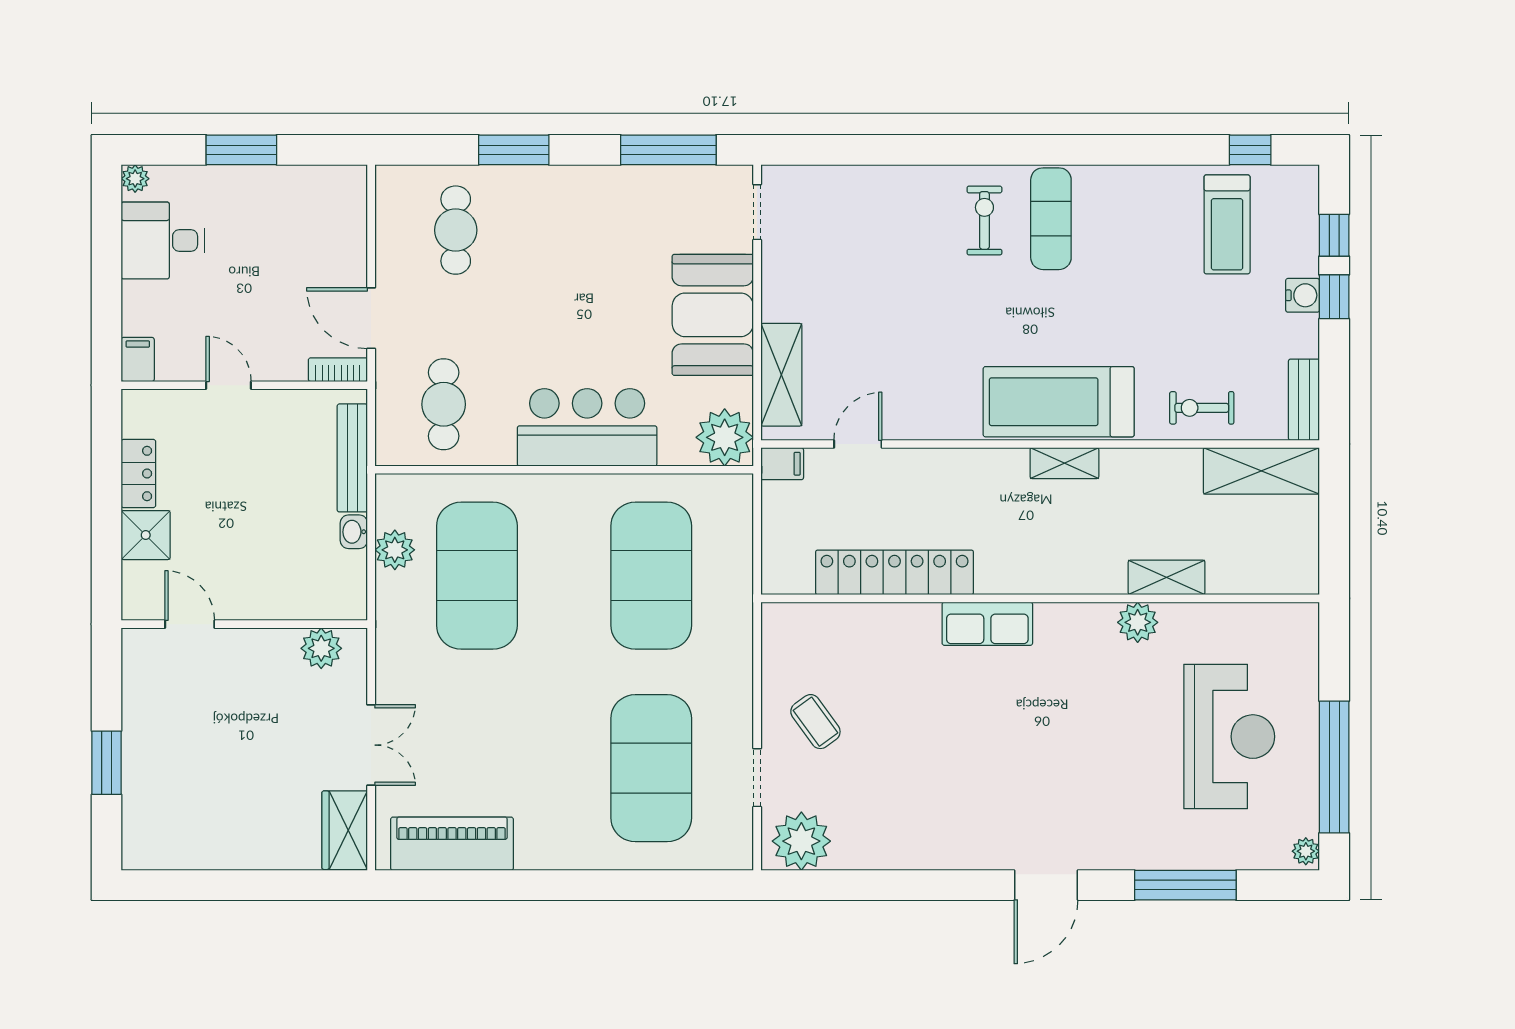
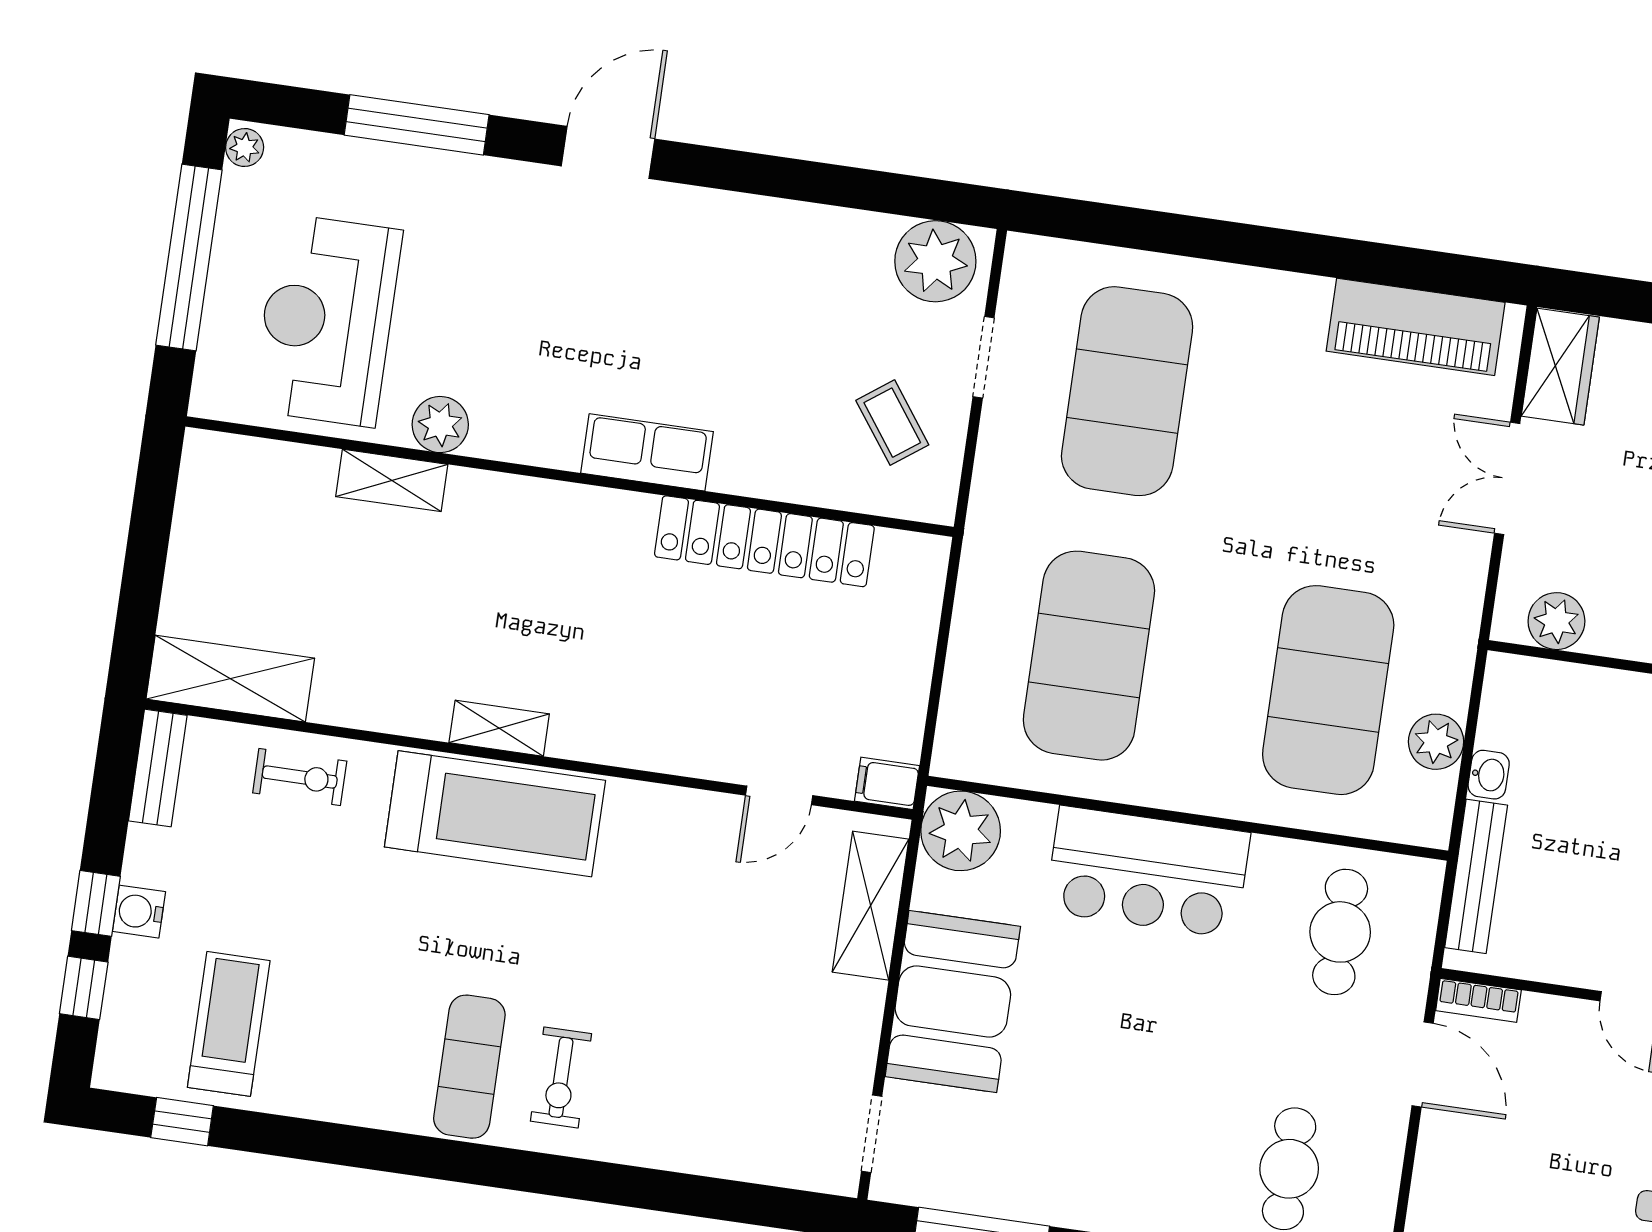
locker: (894, 572) -> (764, 541), moved
shelving: (1167, 577) -> (392, 480), moved
wall: (1040, 598) -> (570, 477), moved
plant: (1138, 622) -> (440, 425), moved
row of seats: (987, 624) -> (647, 452), moved

